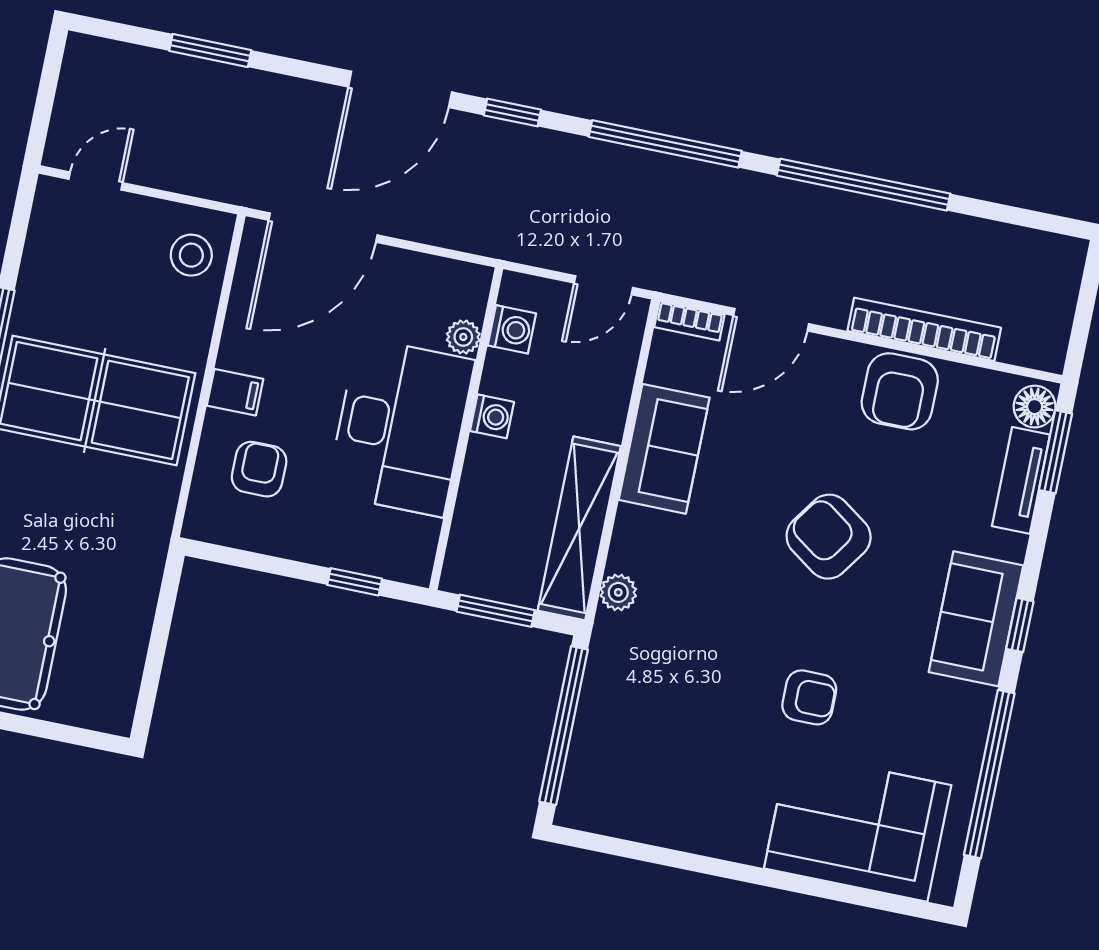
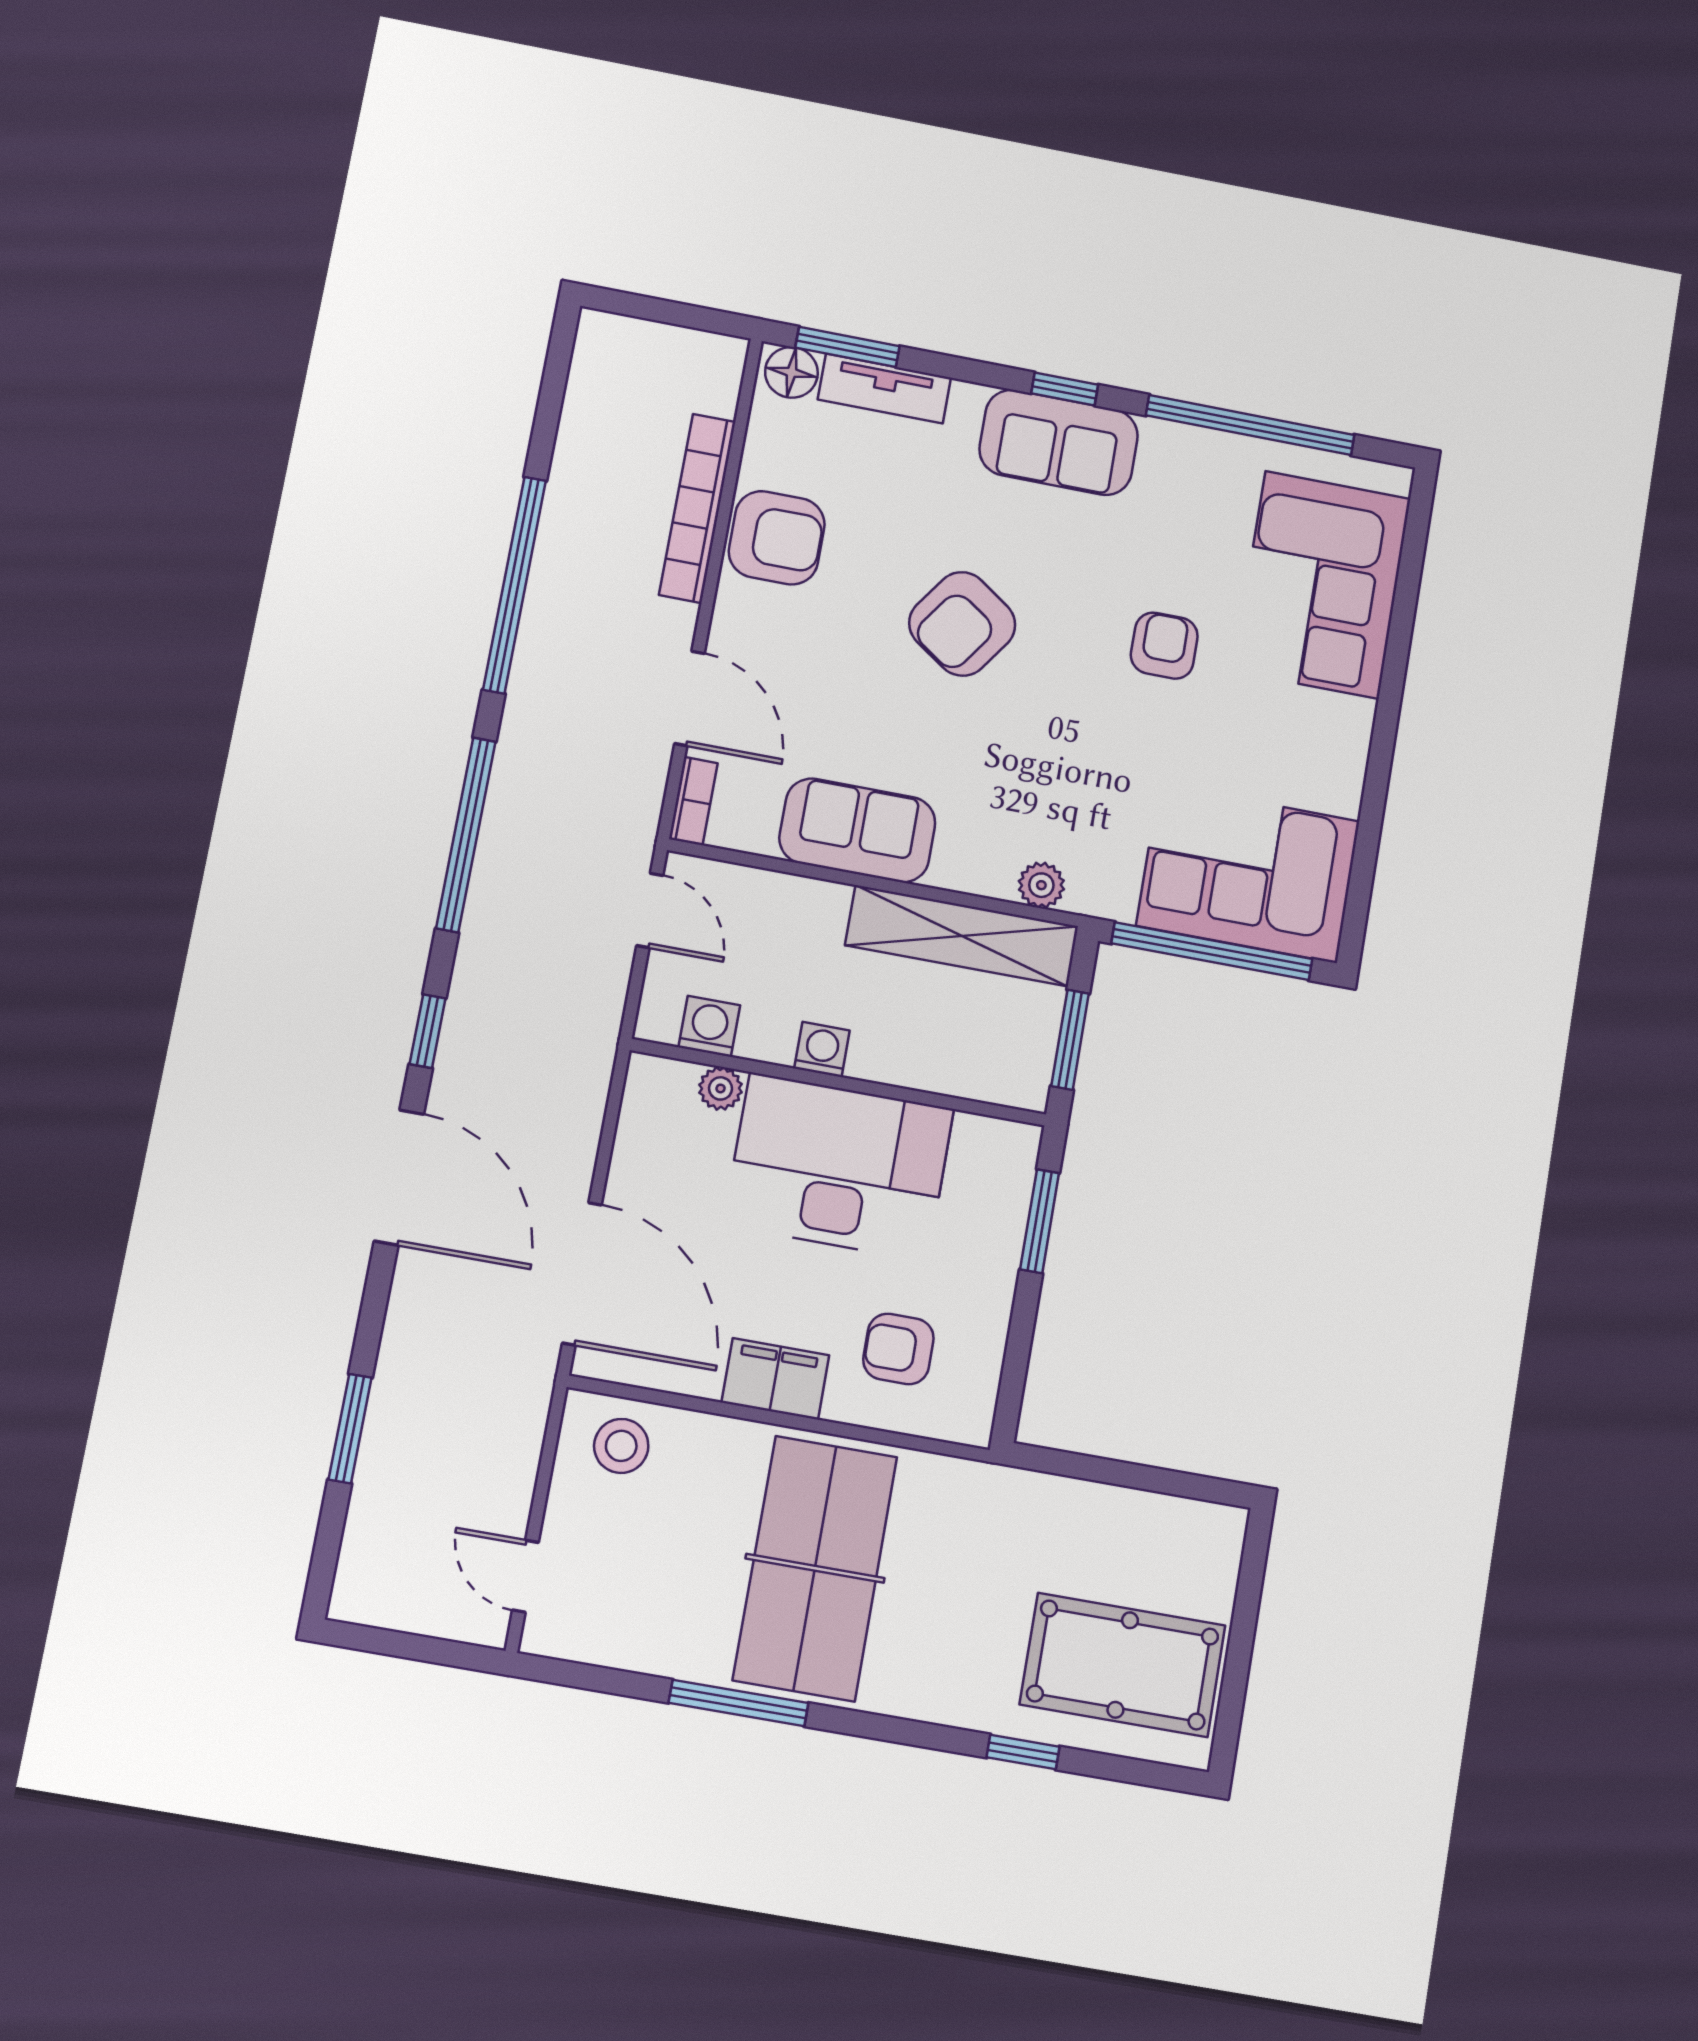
filing cabinet: (235, 392) -> (775, 1379), width x2.00
window: (355, 582) -> (1040, 1221), width x1.50
corner sofa: (625, 757) -> (1248, 873), added

